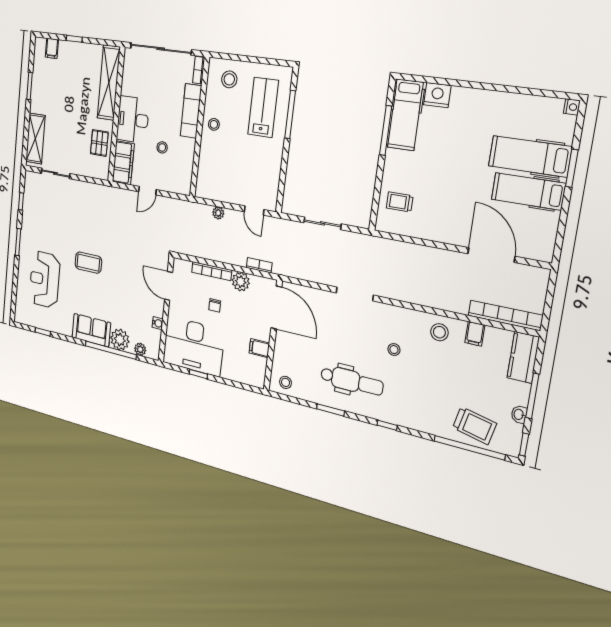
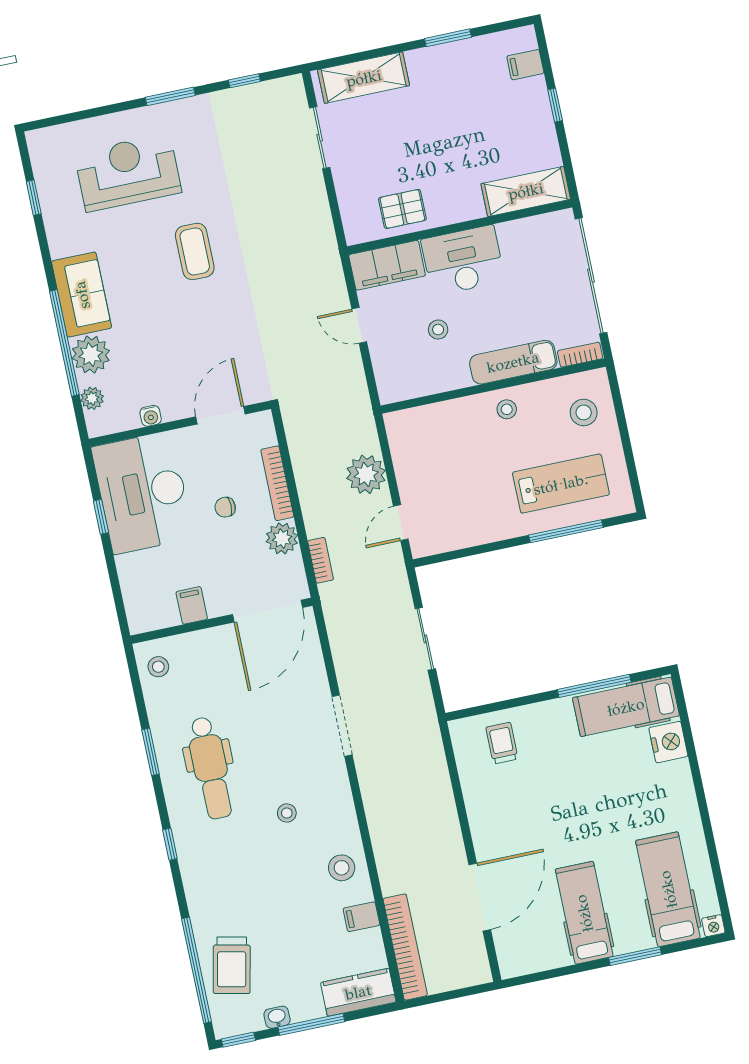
shelving: (109, 83) -> (526, 191), width x0.68
hospital bed: (530, 156) -> (668, 889), moved
plant: (218, 213) -> (366, 474), width x1.88, depth x1.88

